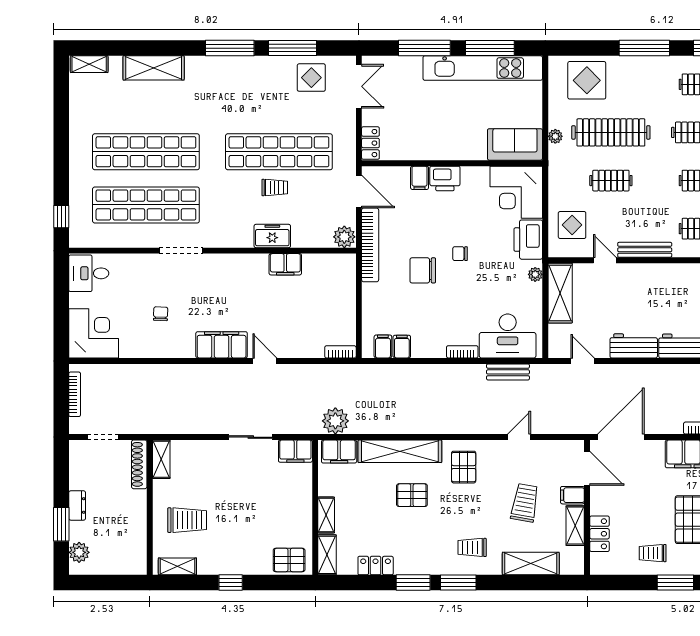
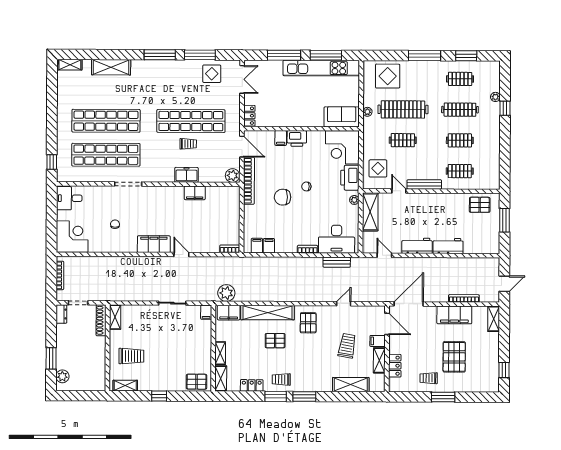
filing cabinet: (295, 451) -> (206, 312), width x0.50
dresser: (77, 505) -> (61, 314), moved
trolley: (472, 547) -> (281, 379), moved

